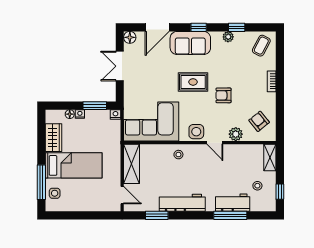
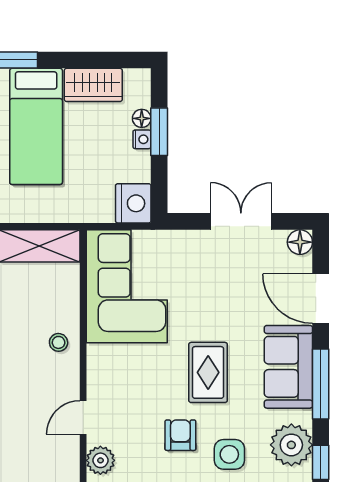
window: (199, 27) -> (321, 384), width x2.17
plant: (228, 37) -> (291, 445), width x1.87, depth x1.87
window: (95, 106) -> (159, 132), moved
nightstand: (115, 114) -> (133, 203), width x1.89, depth x1.79
side table: (196, 132) -> (229, 454), moved

